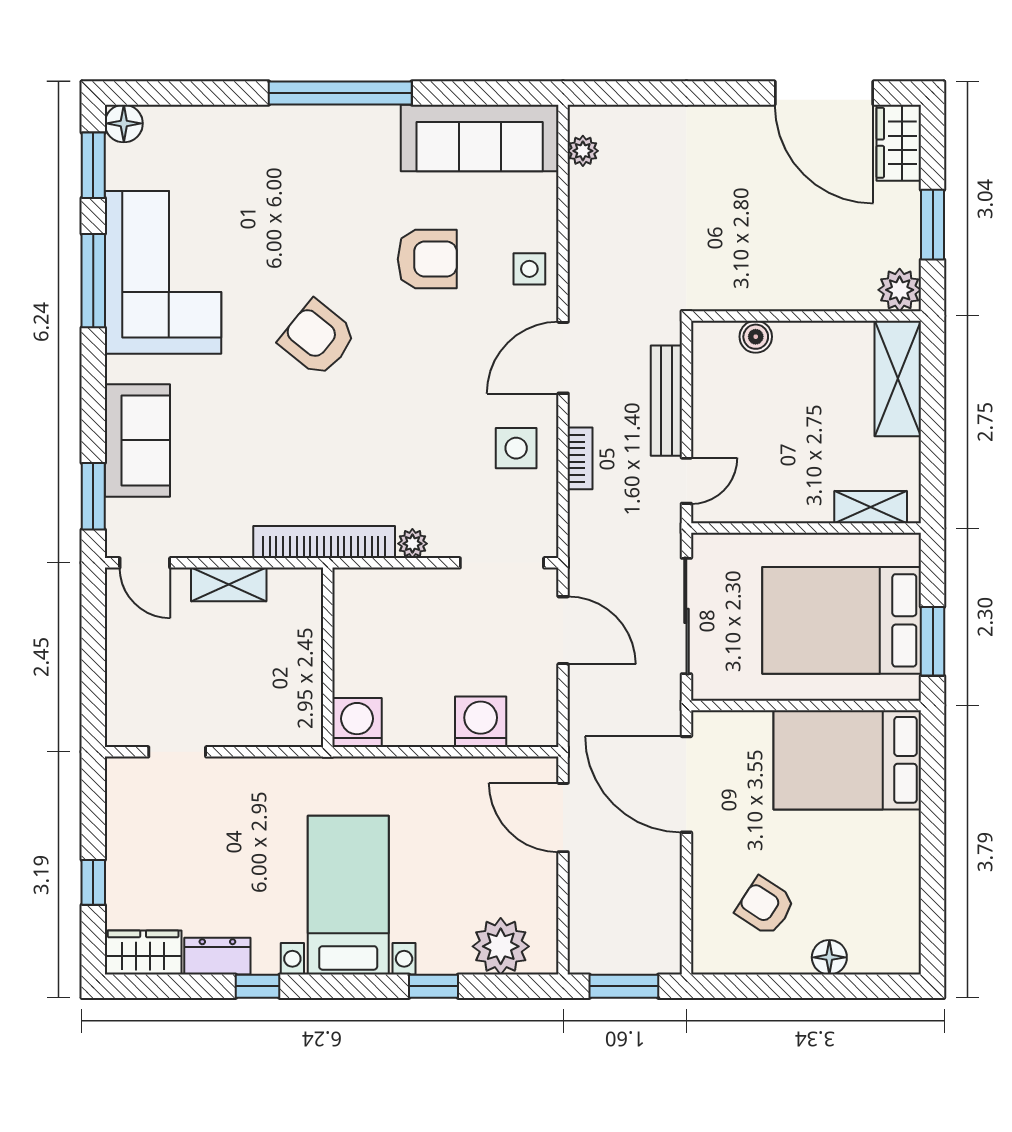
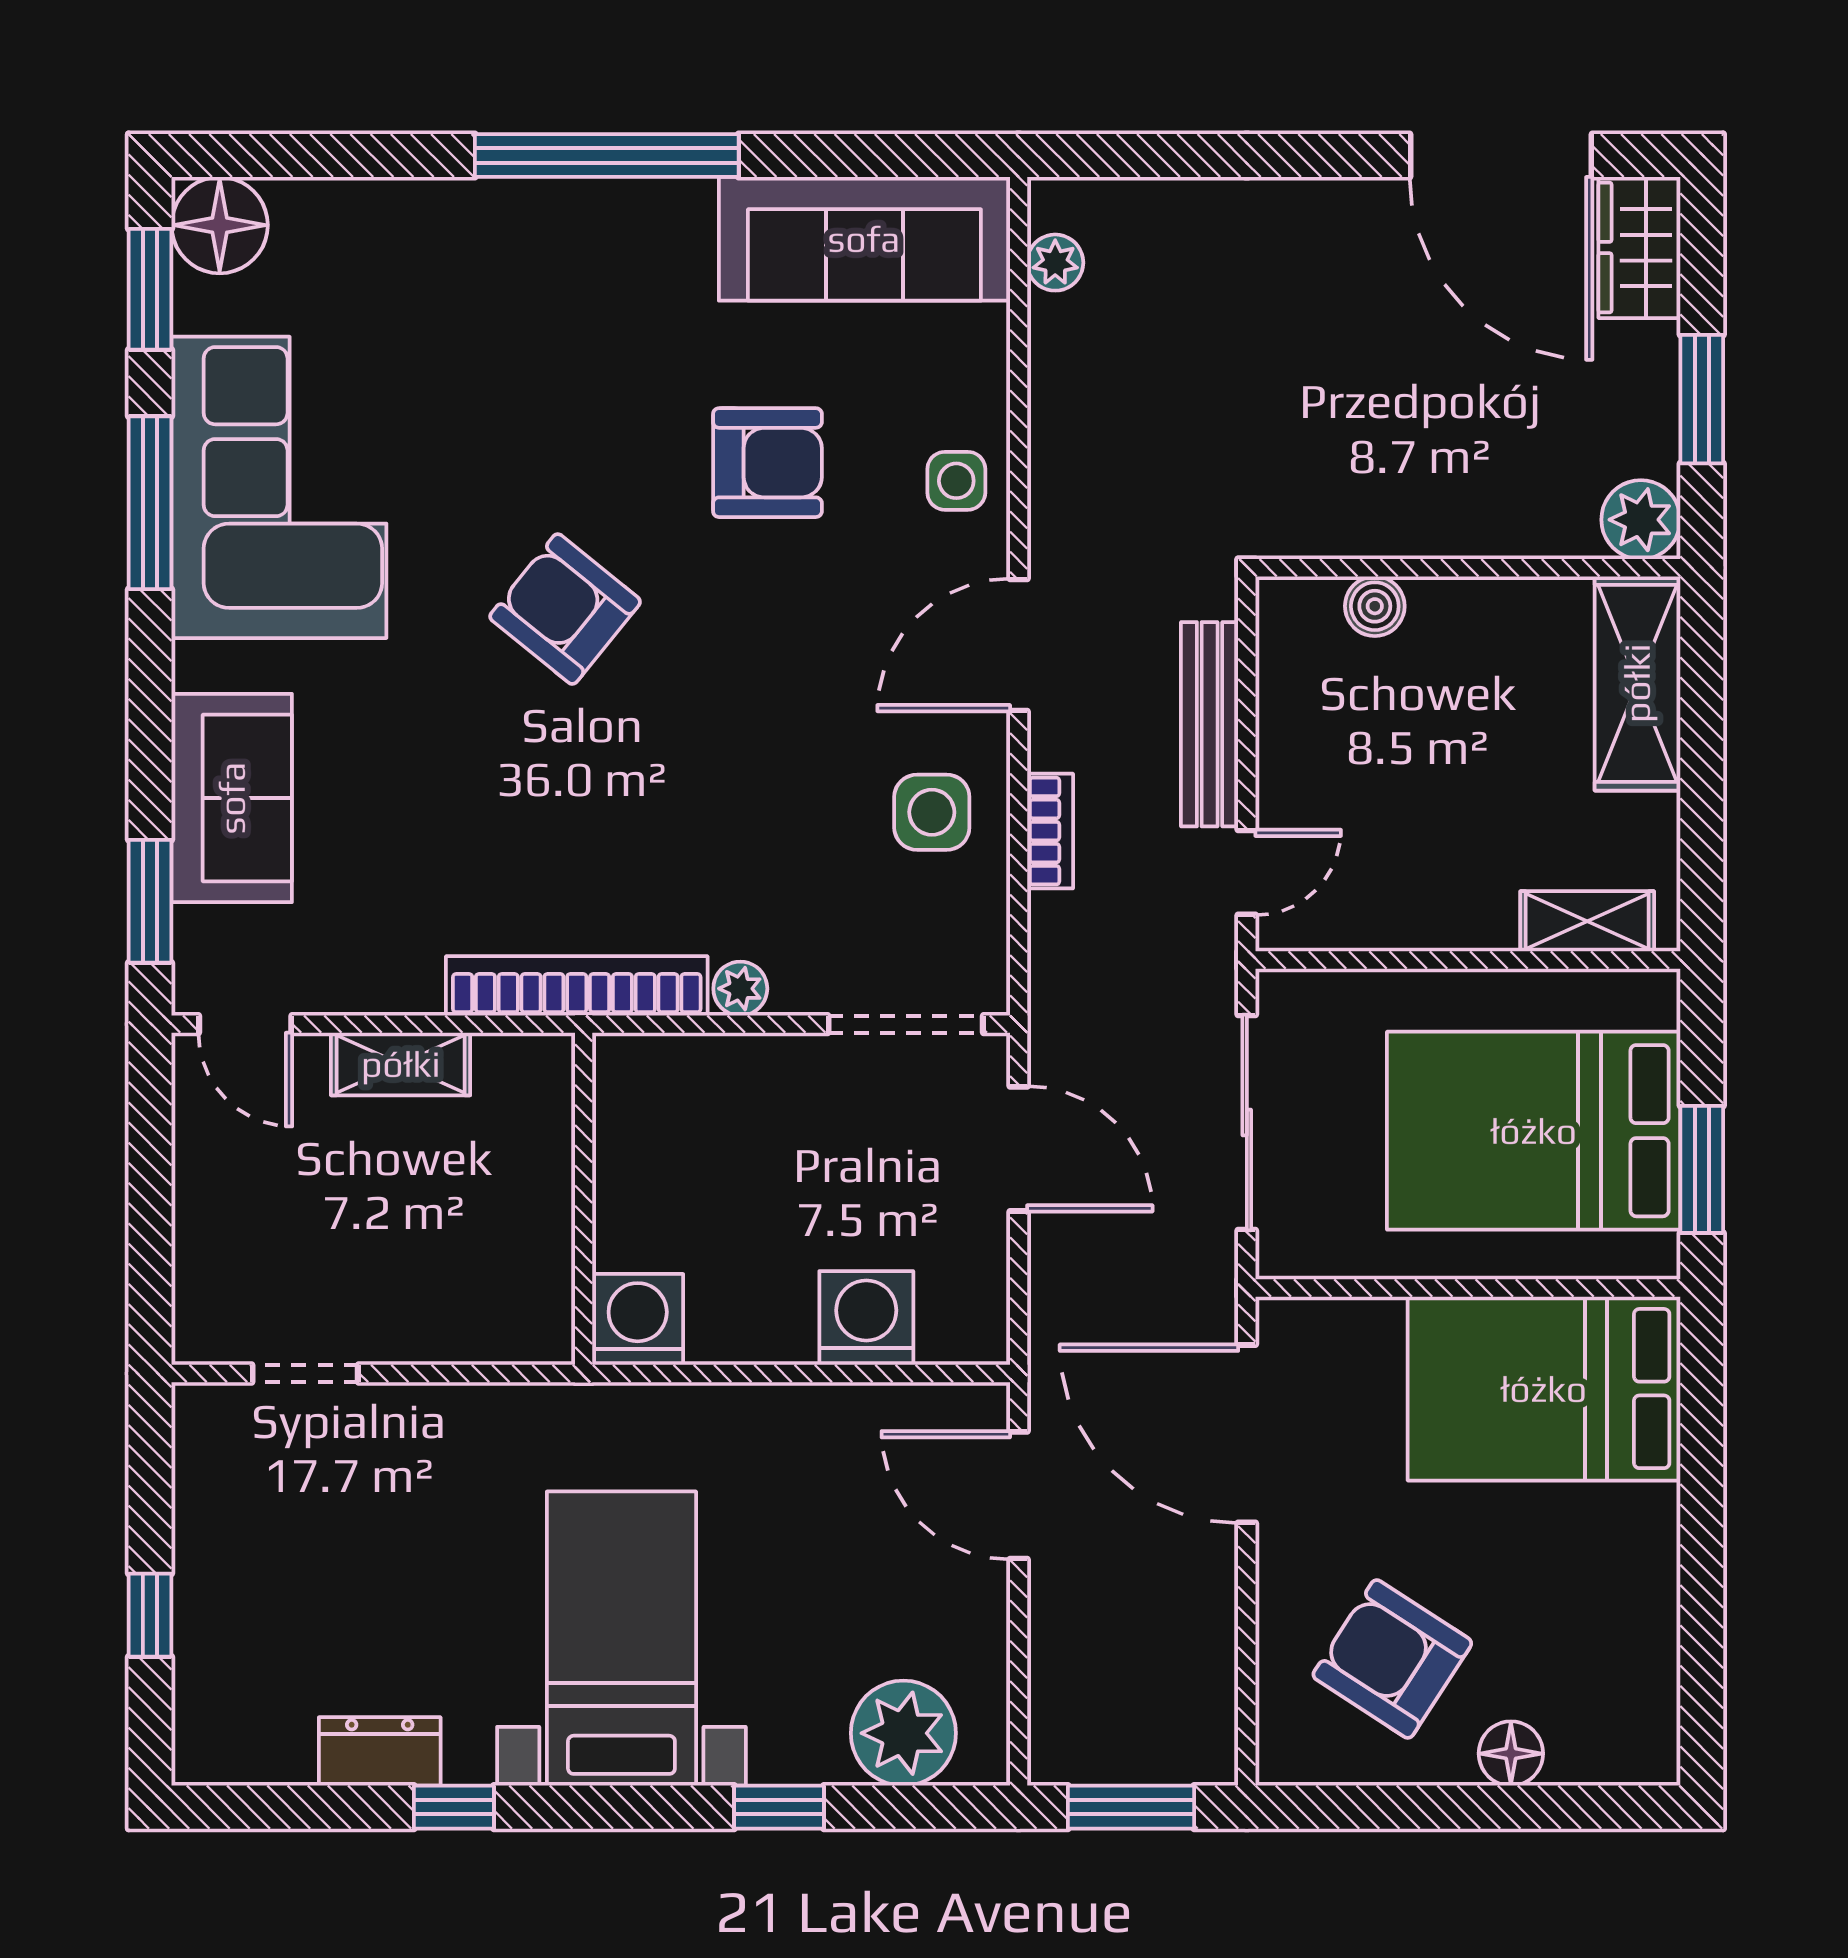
floor lamp: (124, 123) -> (220, 225), width x1.38, depth x1.38
armchair: (765, 906) -> (1392, 1659), width x1.38, depth x1.38
wardrobe: (143, 952) -> (242, 1745), removed

